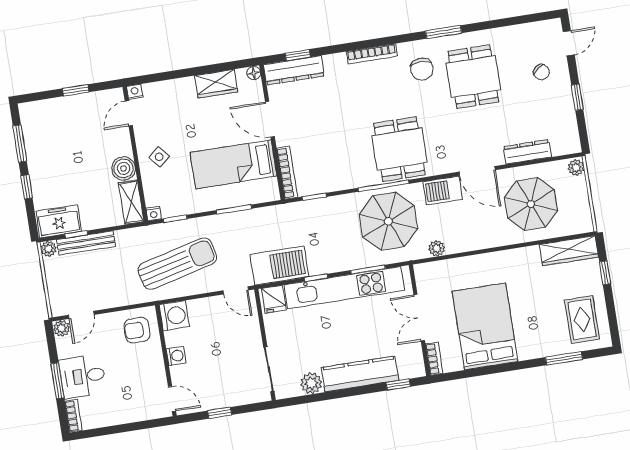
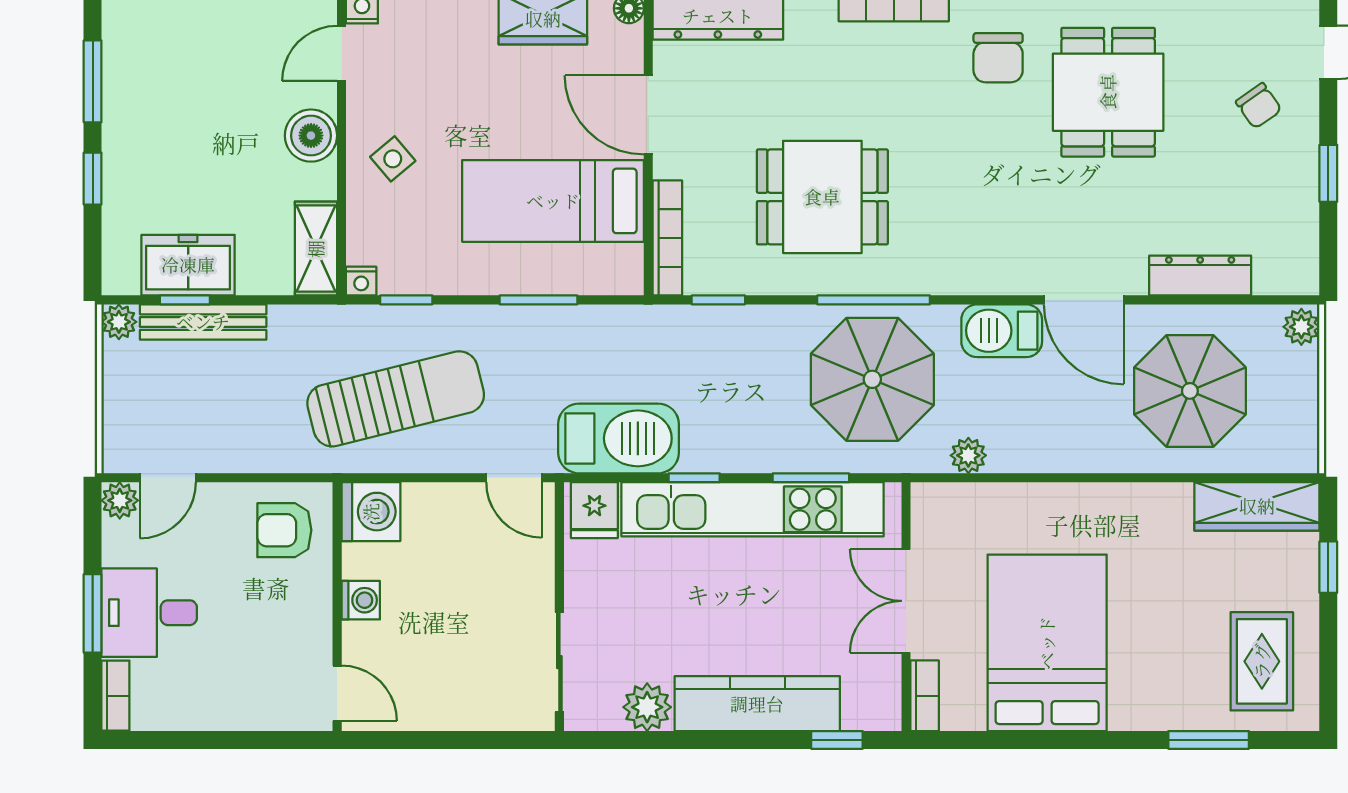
dining table: (399, 149) -> (822, 197), moved, turned 90
boiler: (124, 168) -> (311, 136), moved
freezer: (59, 221) -> (188, 265), moved
window: (220, 413) -> (436, 740), removed

